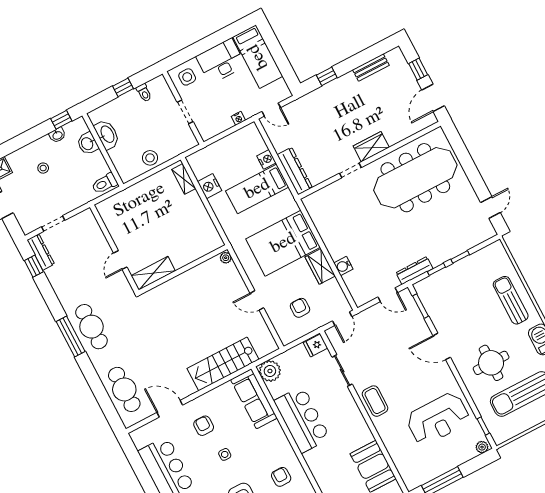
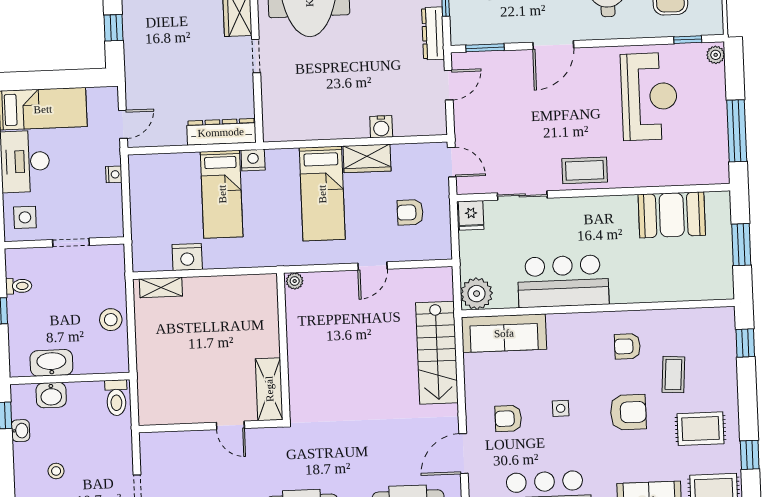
nightstand: (266, 159) -> (253, 160), moved
bed: (283, 243) -> (322, 194), width x0.67

